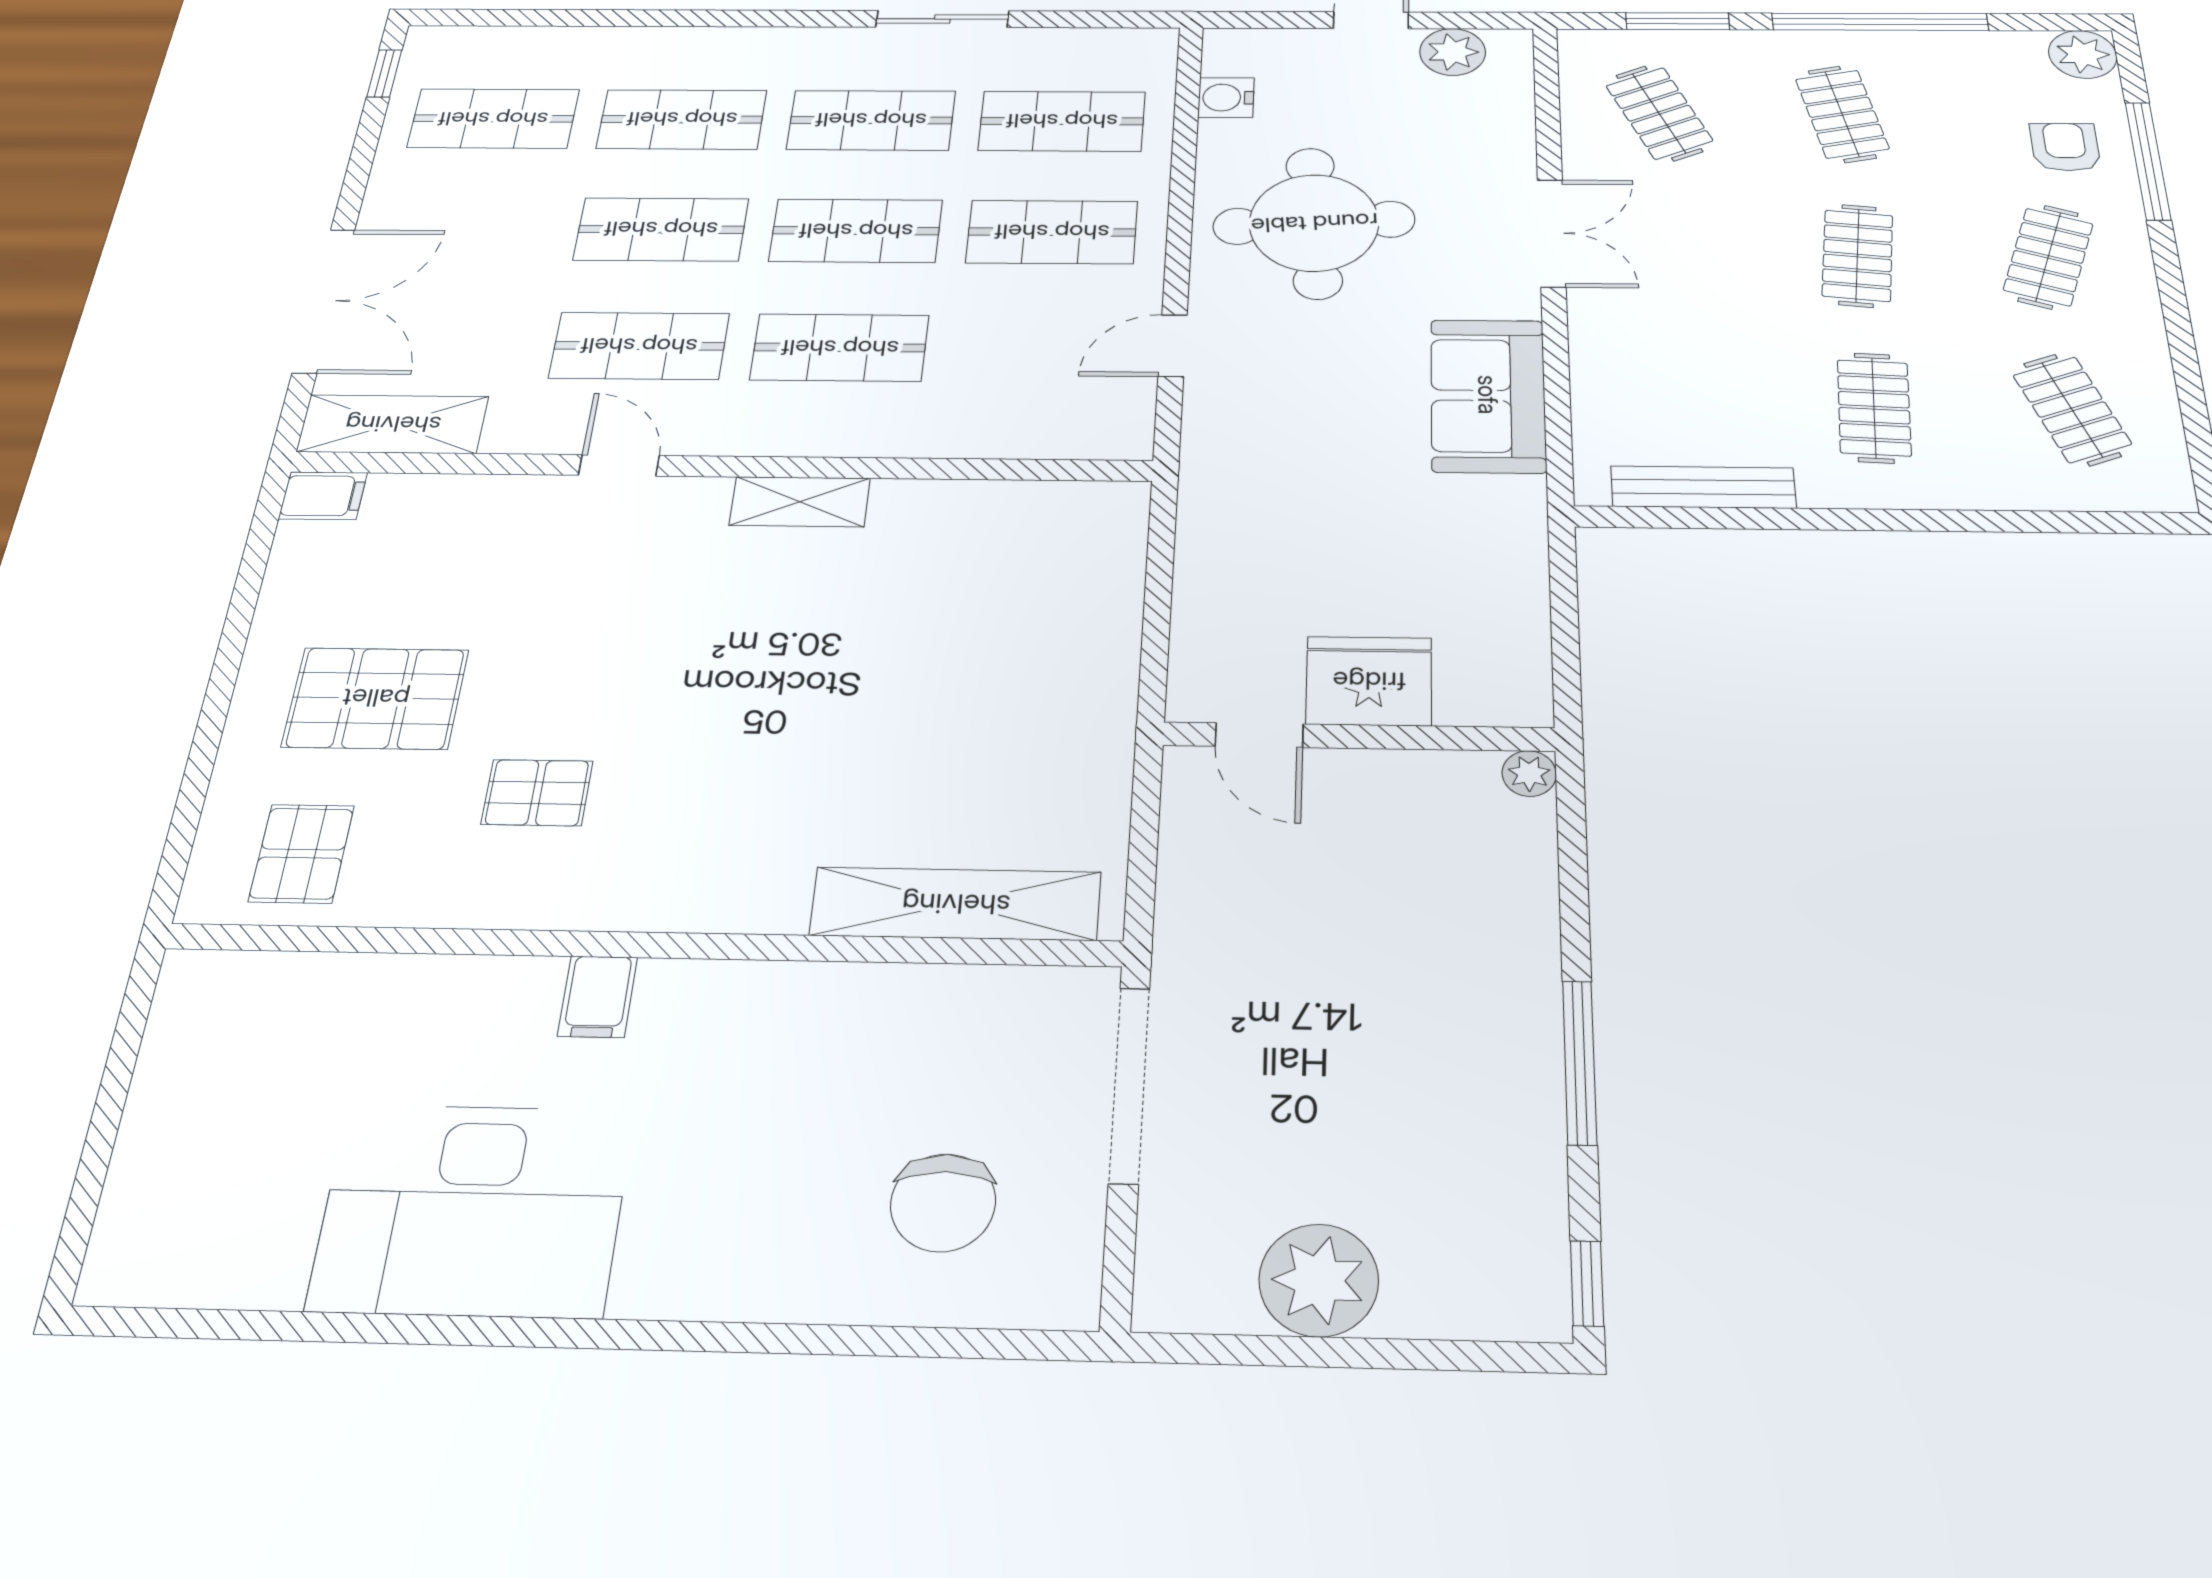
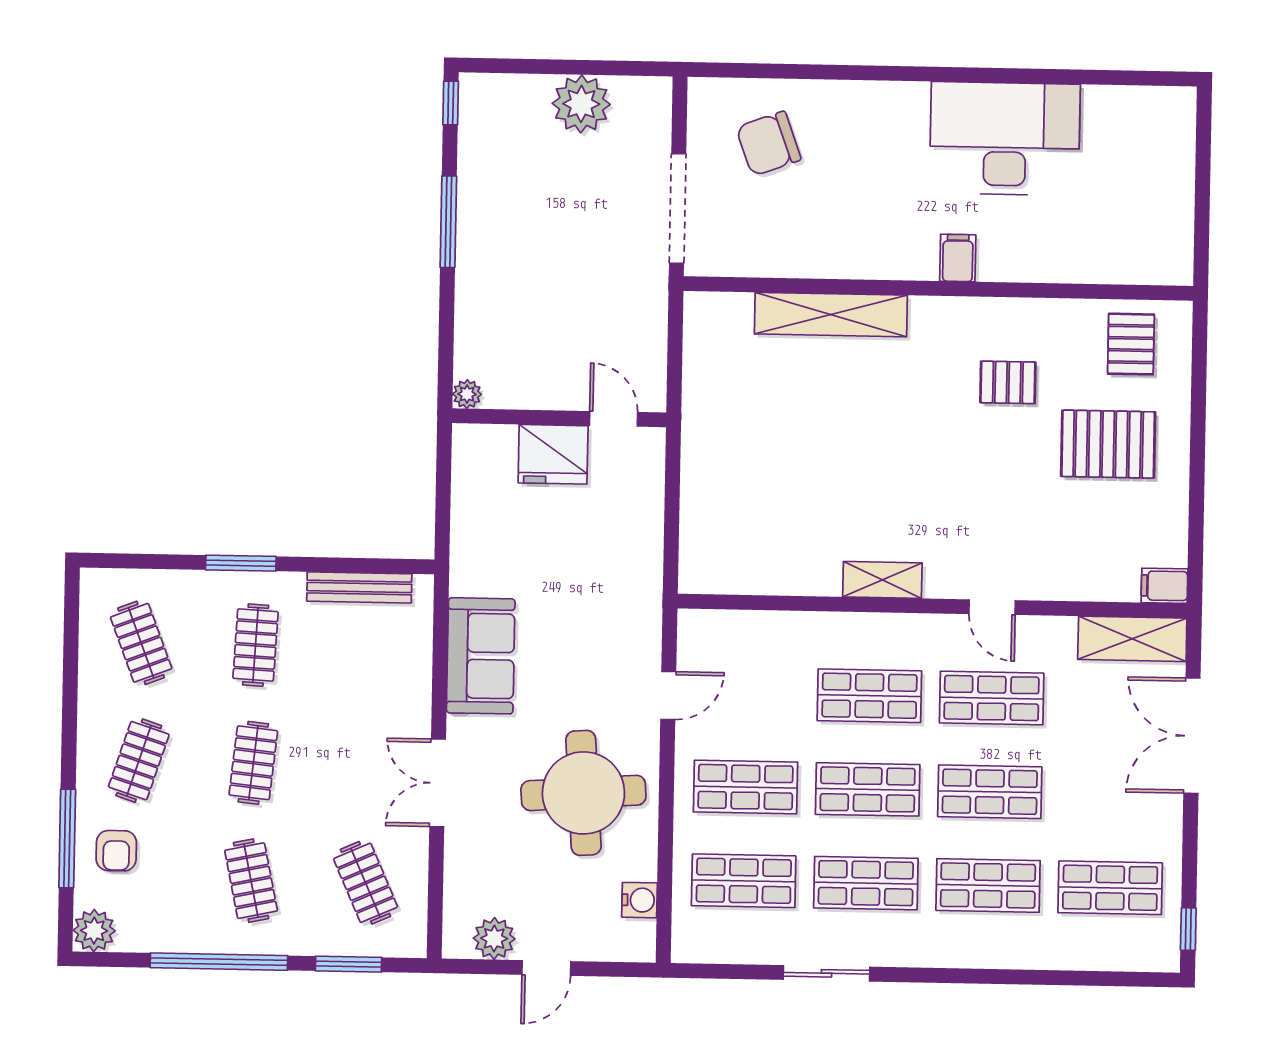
window: (1915, 520) -> (241, 563), added
shelving: (956, 904) -> (831, 315), moved
chair: (943, 1203) -> (768, 143), turned -110

